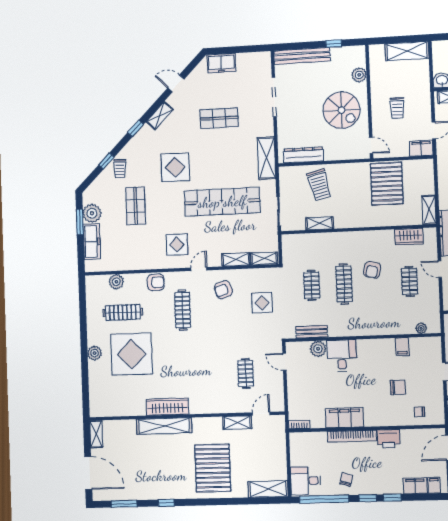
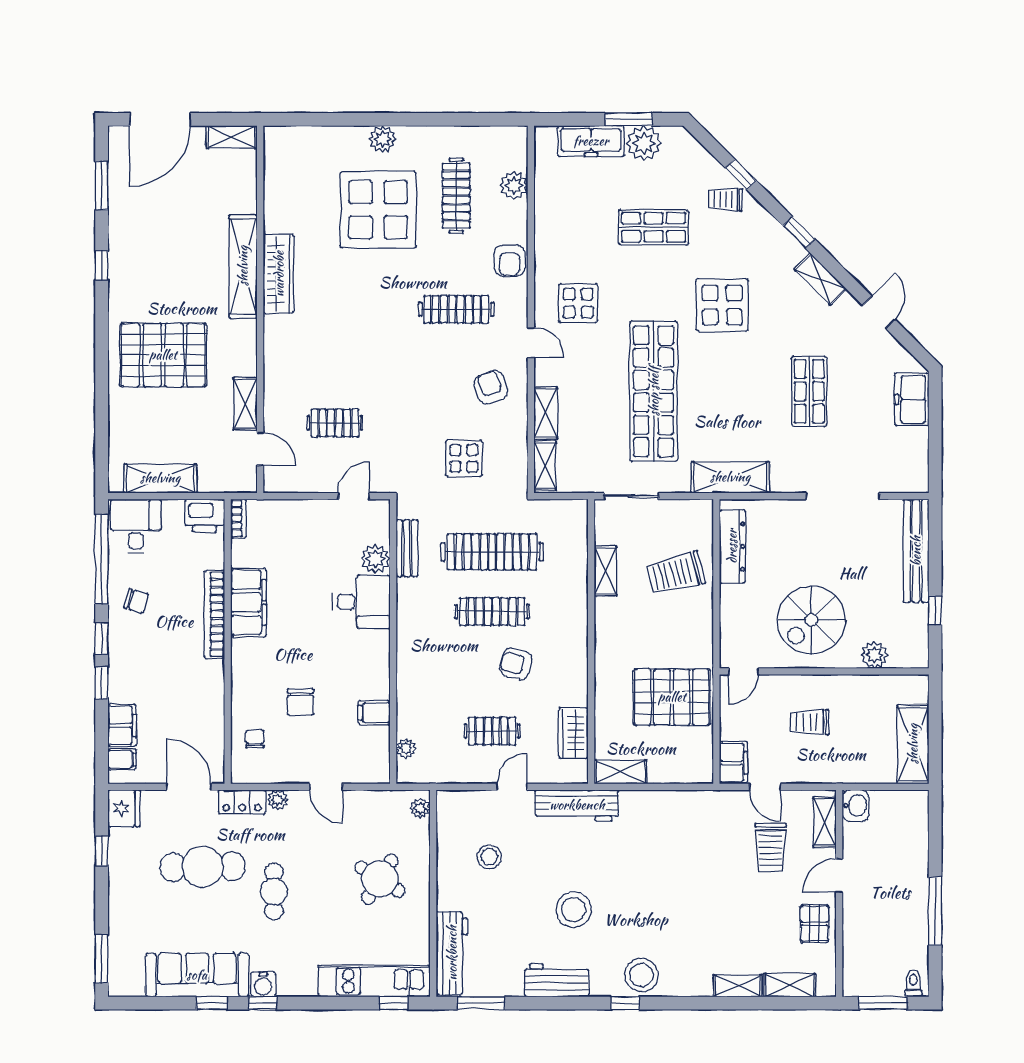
clothes rail: (312, 285) -> (492, 552), width x1.86, depth x1.31
printer: (388, 439) -> (205, 516), moved, turned -90
shelving: (268, 489) -> (160, 478), moved, turned 90

